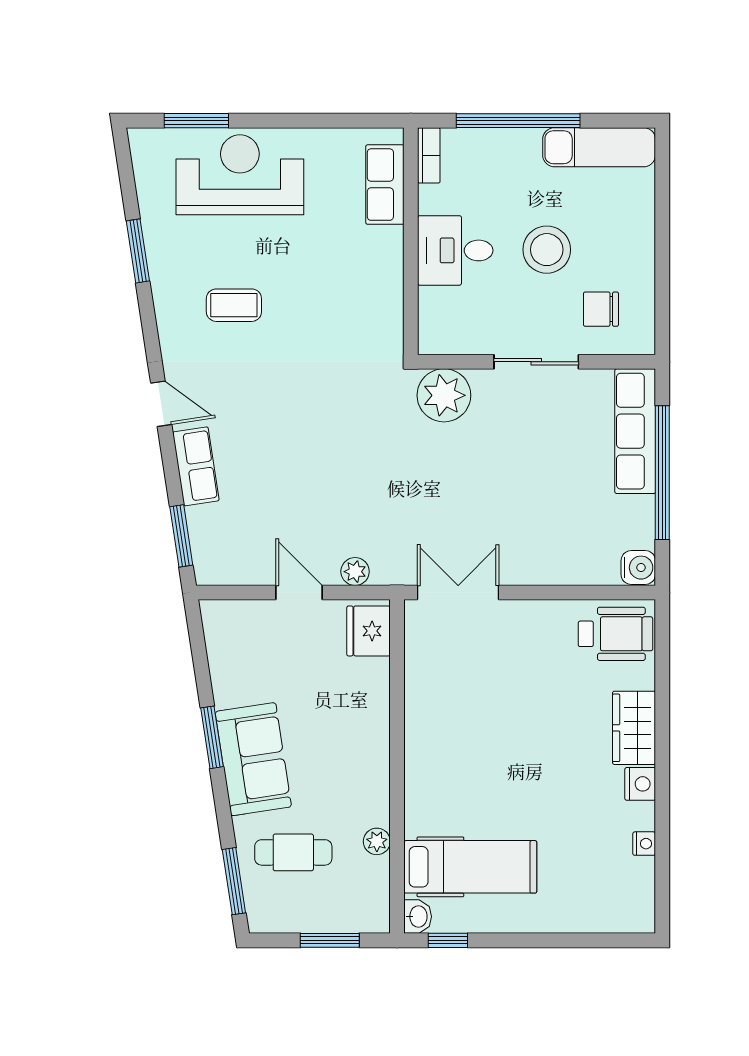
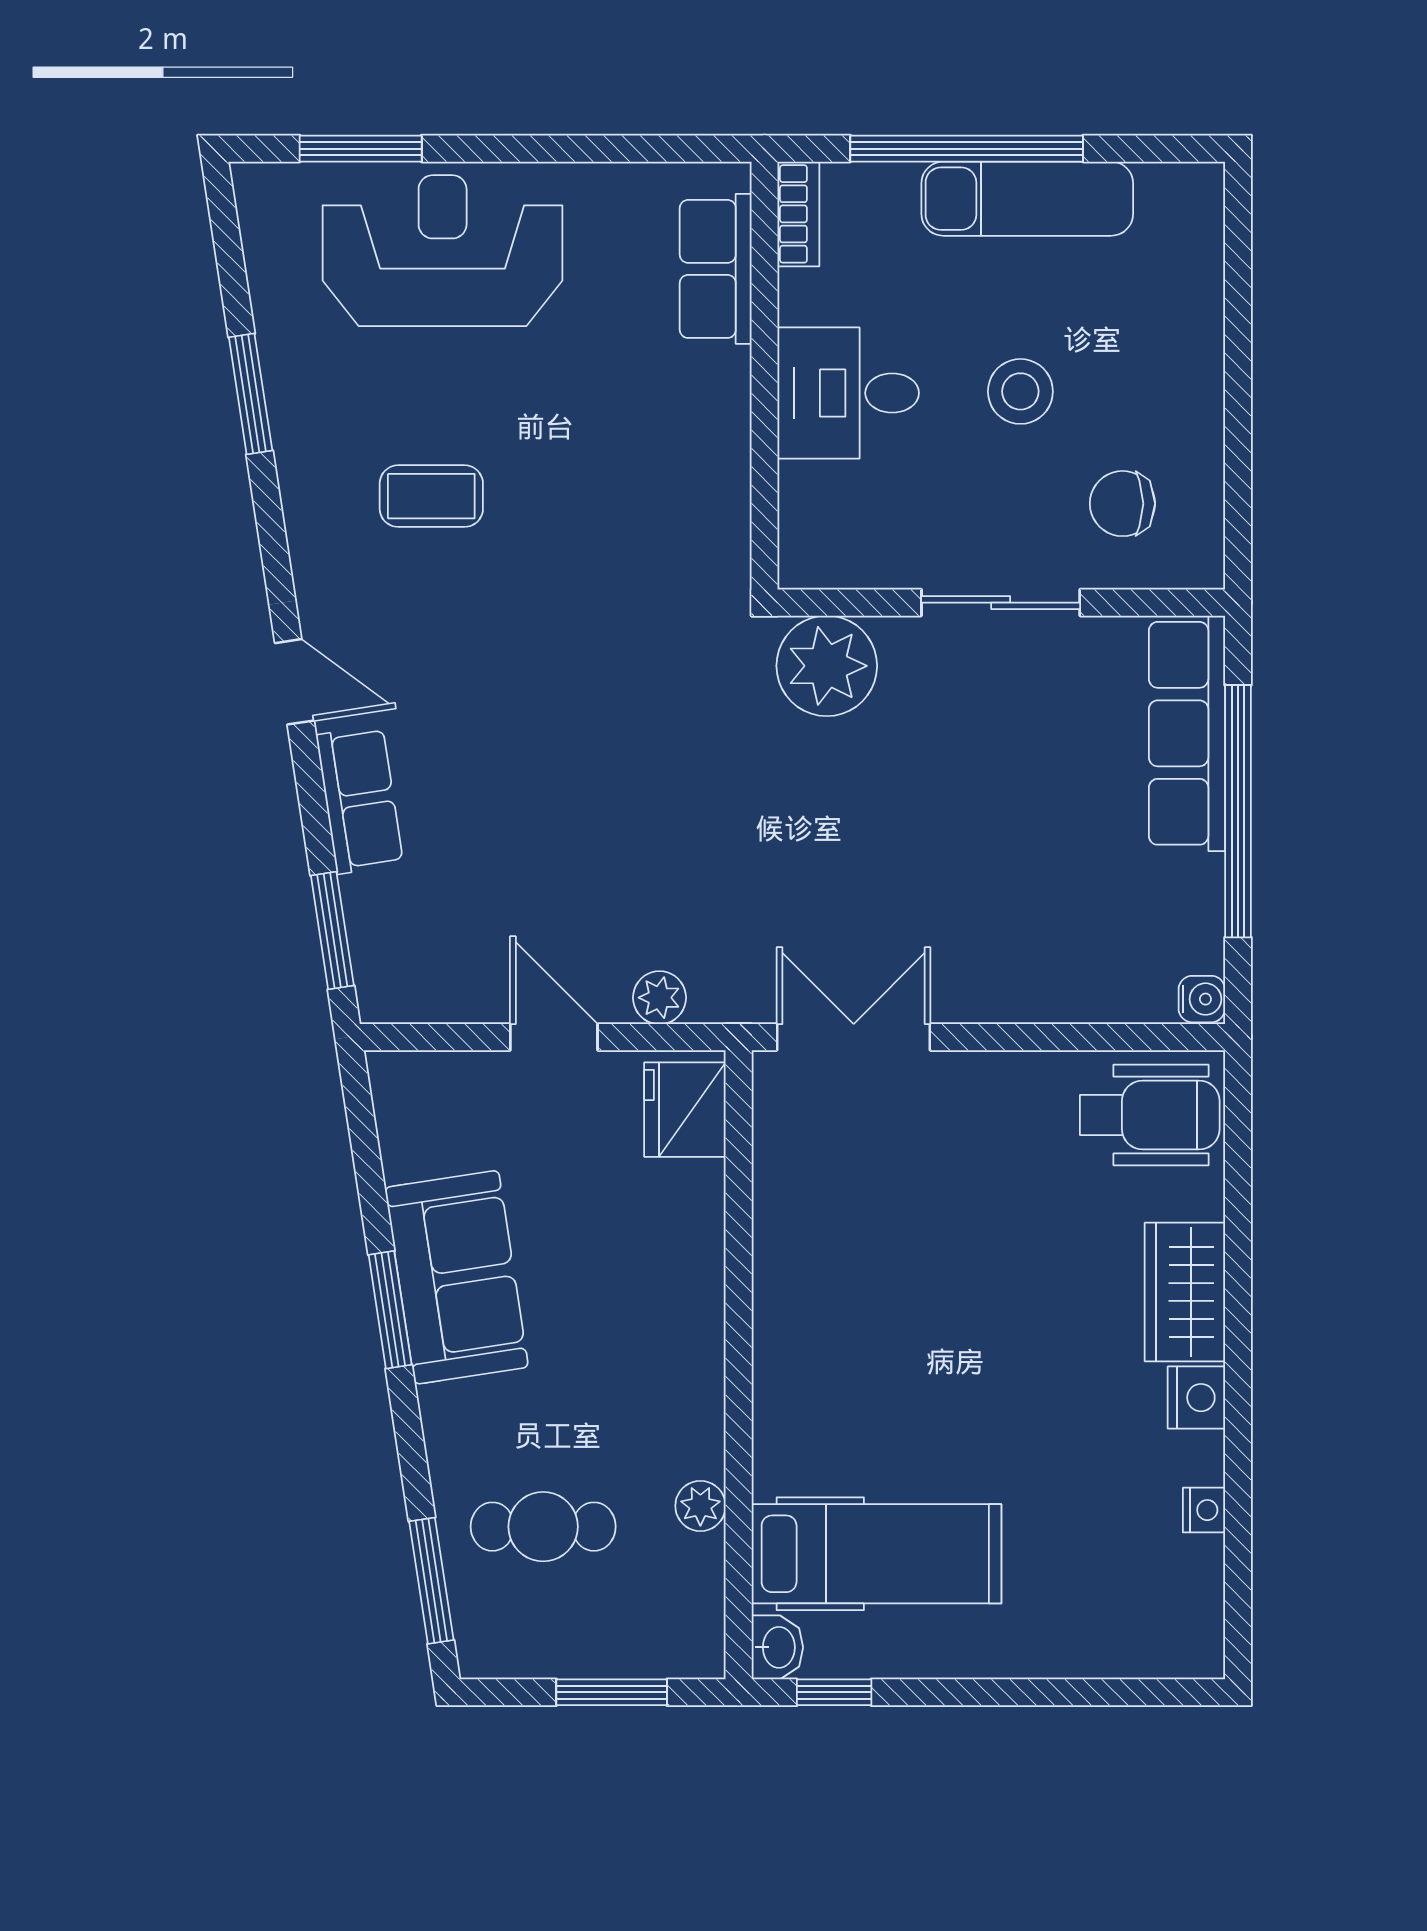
exam couch: (599, 147) -> (1027, 199), moved
stool: (547, 250) -> (1020, 391), width x0.73, depth x0.73
water cooler: (638, 568) -> (1202, 999), width x0.72, depth x0.72
sofa: (253, 759) -> (457, 1277), moved

